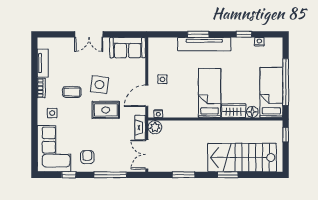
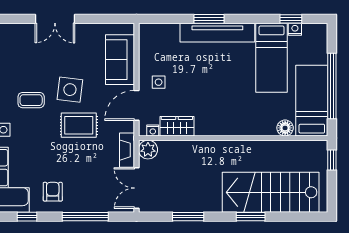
window: (244, 34) -> (291, 19), moved
sofa: (128, 48) -> (120, 60), moved, turned 90
bed: (210, 93) -> (271, 58), moved, turned 180
wardrobe: (234, 111) -> (177, 126), moved

